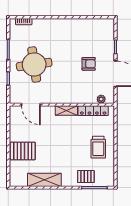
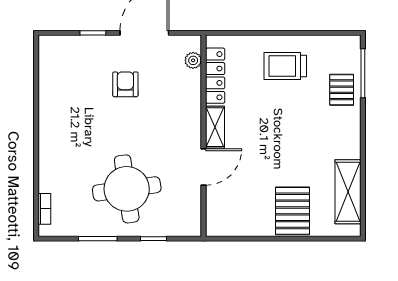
door: (31, 105) -> (204, 167), moved
trolley: (98, 147) -> (285, 66), turned 180
shelving: (44, 180) -> (348, 192), moved

